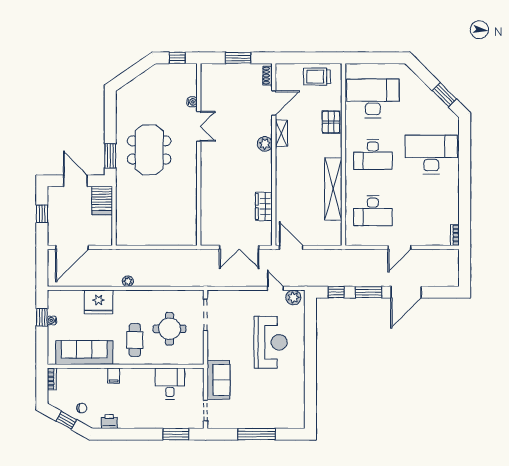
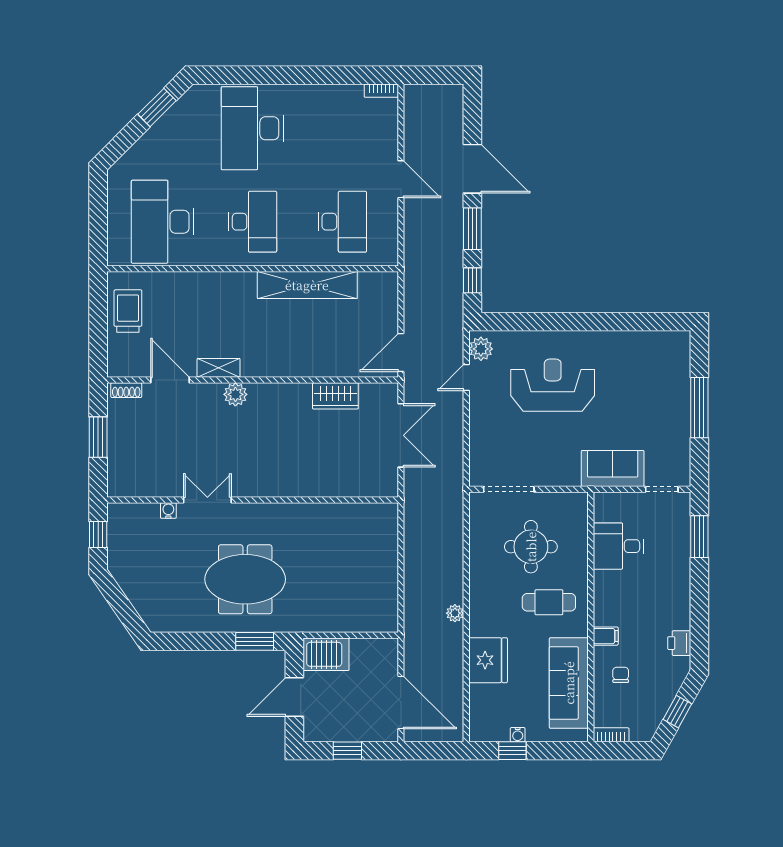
trolley: (317, 77) -> (128, 311), turned 180
pallet: (331, 122) -> (201, 289), removed
chair: (82, 408) -> (621, 675), moved

